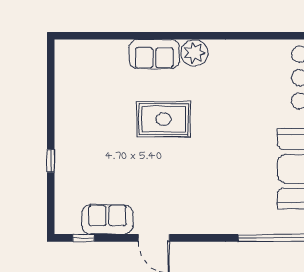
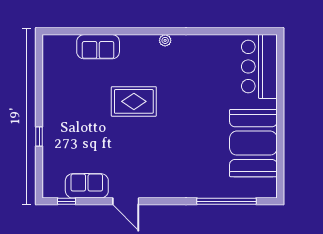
plant: (194, 53) -> (165, 40), width x0.53, depth x0.53
sofa: (154, 54) -> (98, 47), moved

